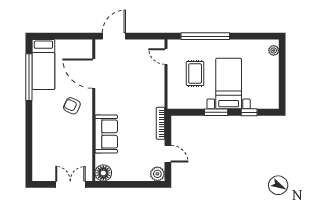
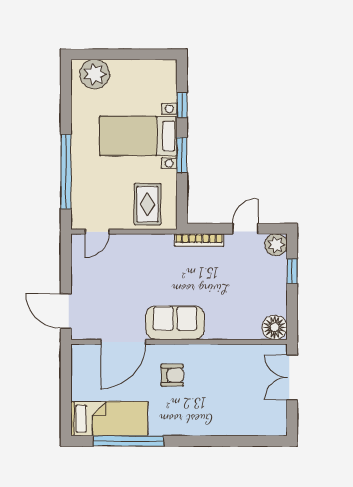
plant: (274, 50) -> (95, 74), width x1.88, depth x1.88
rug: (195, 74) -> (148, 204), moved, turned 90
armchair: (72, 106) -> (172, 375), turned -115
sofa: (106, 134) -> (175, 323), moved
window: (140, 184) -> (292, 271), added

